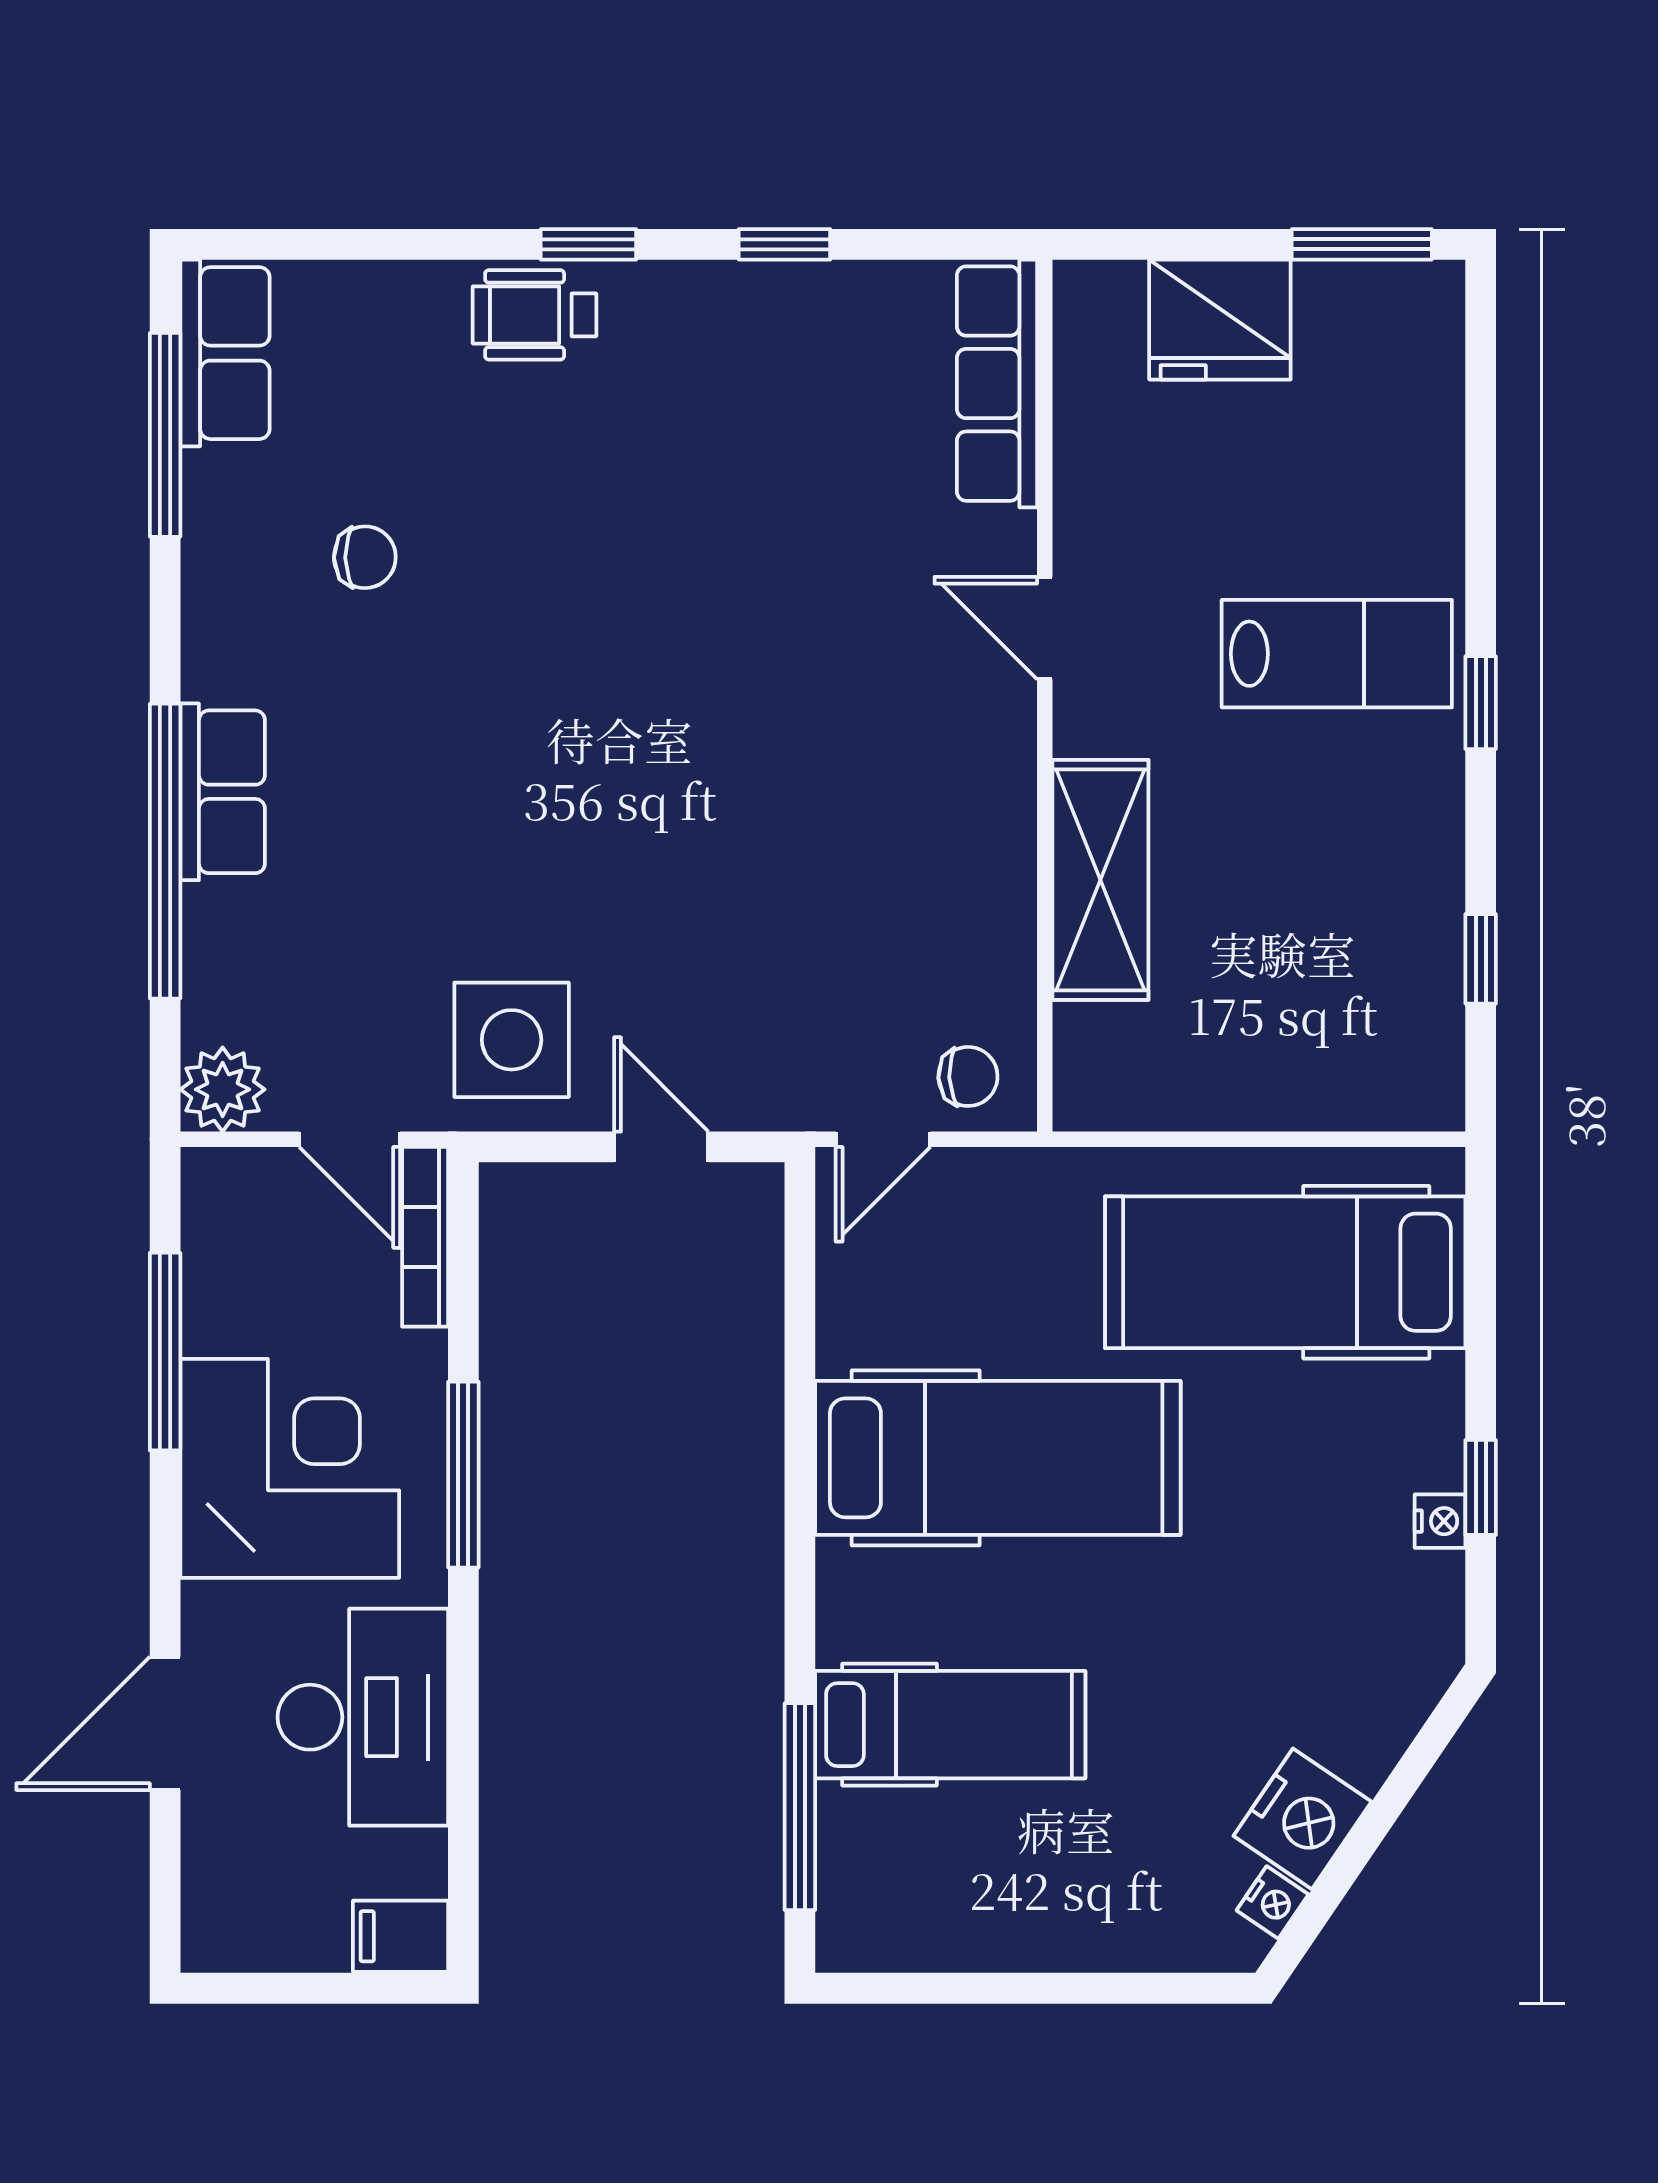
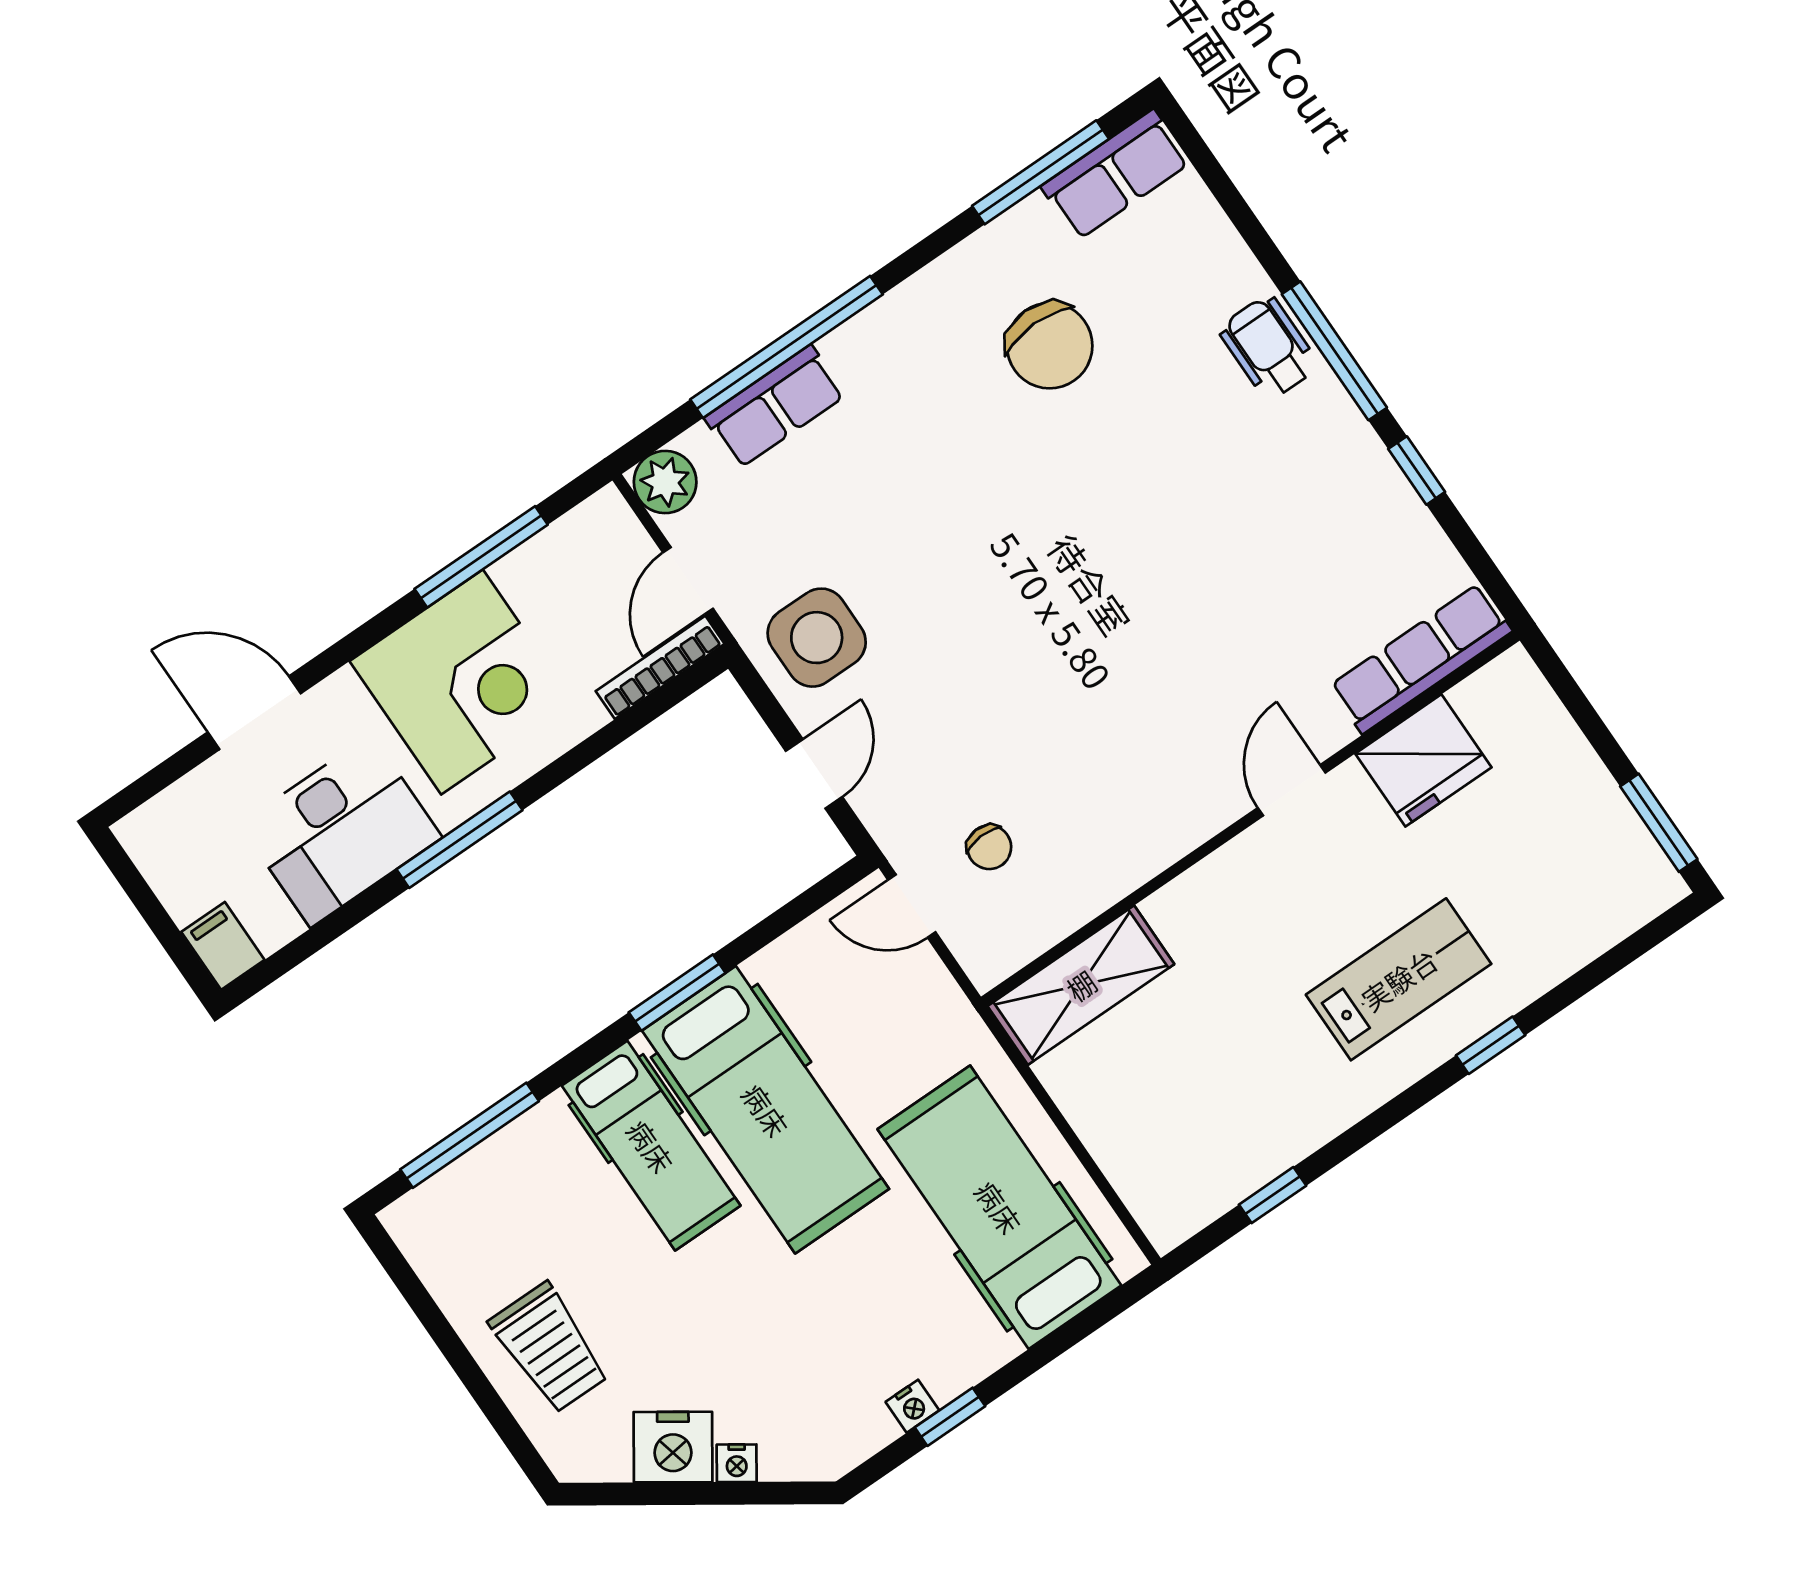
window: (588, 244) -> (1334, 351), width x2.17
fridge: (1220, 320) -> (1423, 760), moved, turned -90
chair: (365, 557) -> (1050, 346), width x1.87, depth x1.87
lab bench: (1337, 654) -> (1399, 979), turned -90
window: (1481, 703) -> (1491, 1045), moved
row of seats: (223, 792) -> (775, 407), moved
shelving: (1100, 880) -> (1081, 985), moved
chair: (968, 1076) -> (989, 847), moved
window: (800, 1467) -> (677, 993), added
window: (463, 1475) -> (459, 840), moved
hospital bed: (950, 1725) -> (651, 1146), moved
trolley: (1098, 1880) -> (549, 1348), added
nightstand: (1272, 1902) -> (737, 1463), moved

